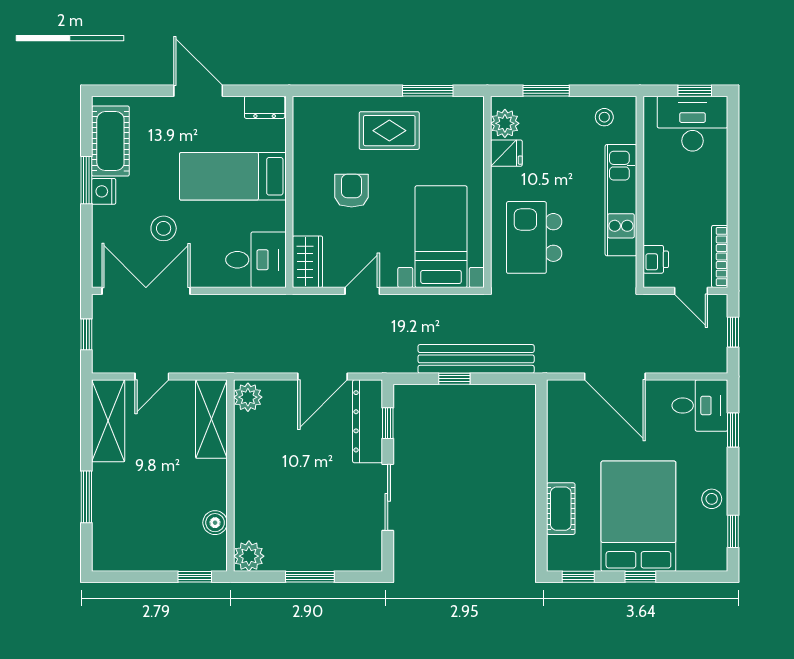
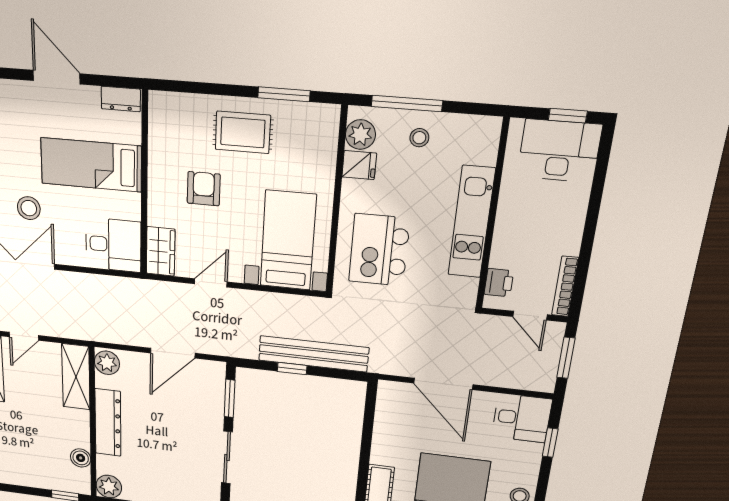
window: (546, 91) -> (407, 104), width x1.44
stool: (604, 117) -> (419, 138), moved
window: (733, 332) -> (566, 358), width x1.50
dresser: (368, 421) -> (108, 423), moved, turned 180
window: (388, 423) -> (230, 398), width x1.50

